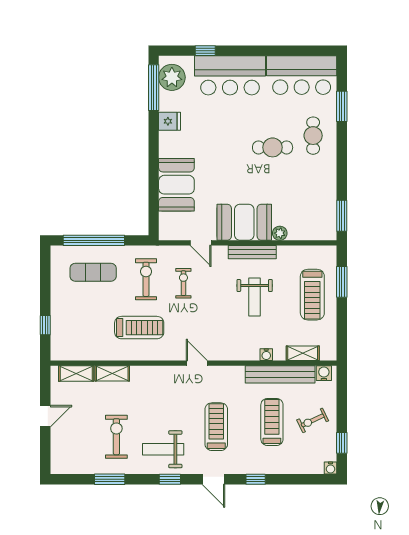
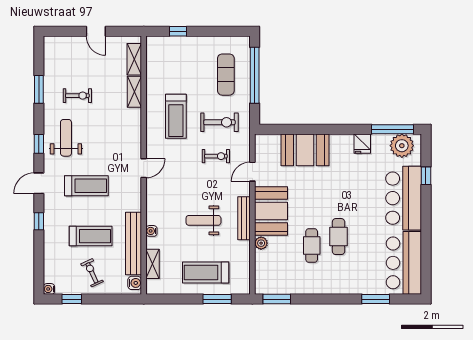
cafe table: (313, 136) -> (312, 246), moved, turned 90
exercise bike: (116, 437) -> (77, 96), width x0.73, depth x0.72

